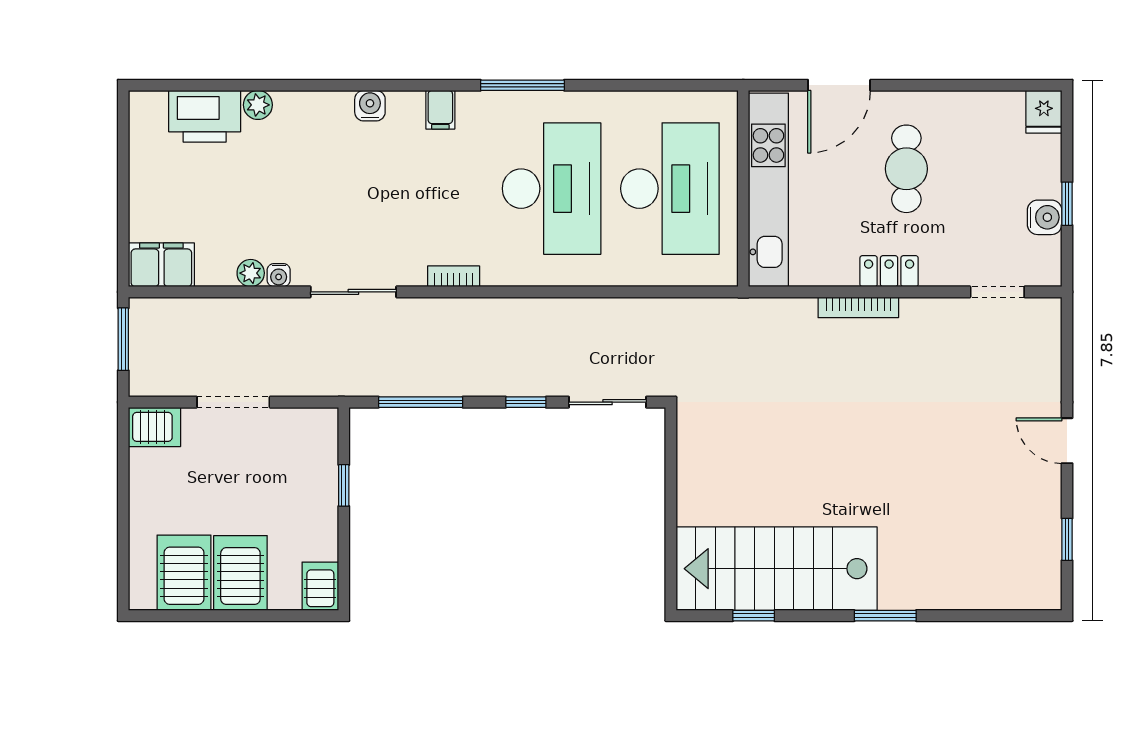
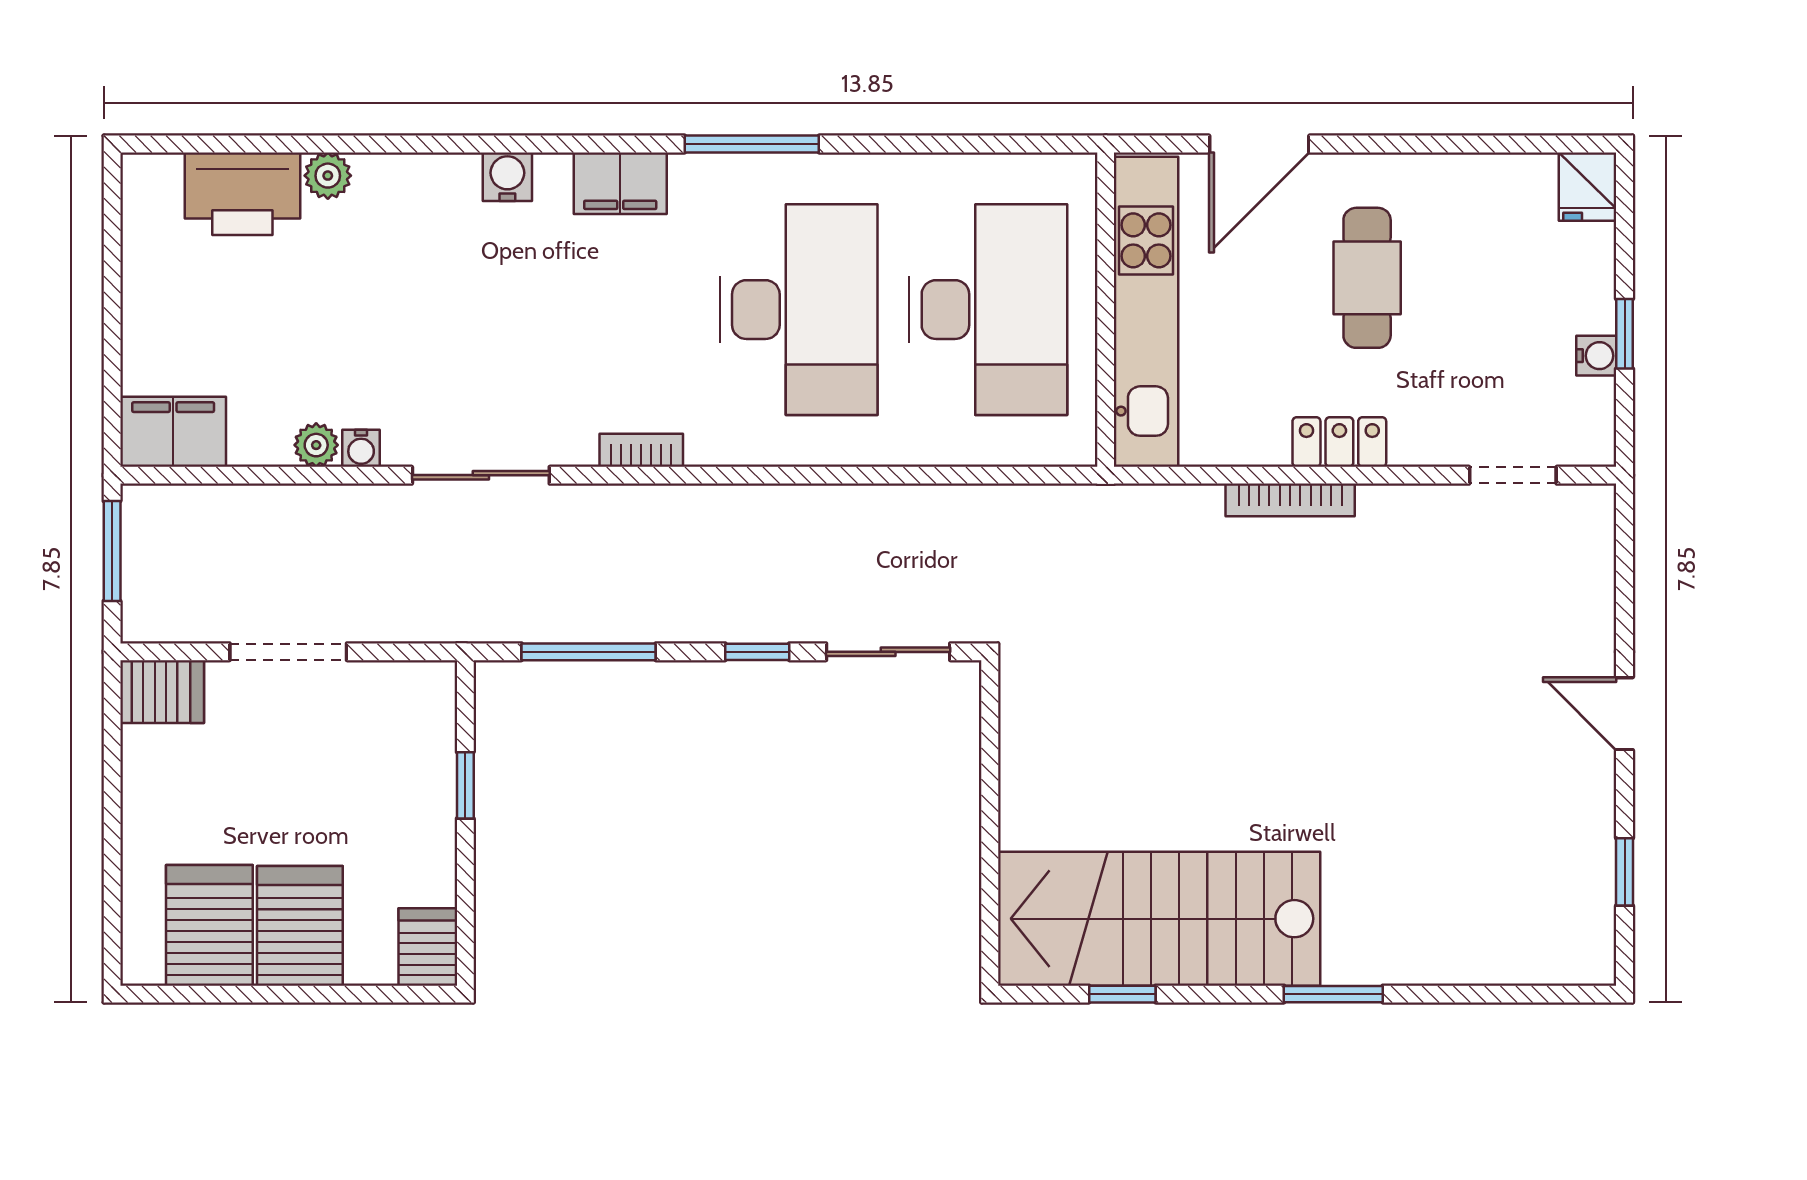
filing cabinet: (440, 110) -> (620, 183), width x2.00
water cooler: (1045, 217) -> (1596, 356), width x0.72, depth x0.72

